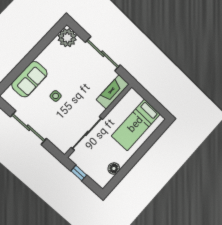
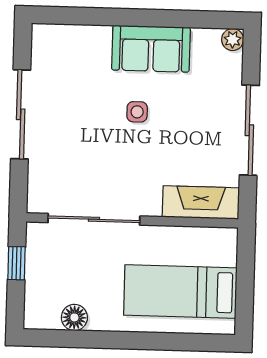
plant: (67, 38) -> (233, 40), width x0.53, depth x0.53
sofa: (29, 79) -> (151, 49), moved
side table: (56, 96) -> (137, 112), moved

